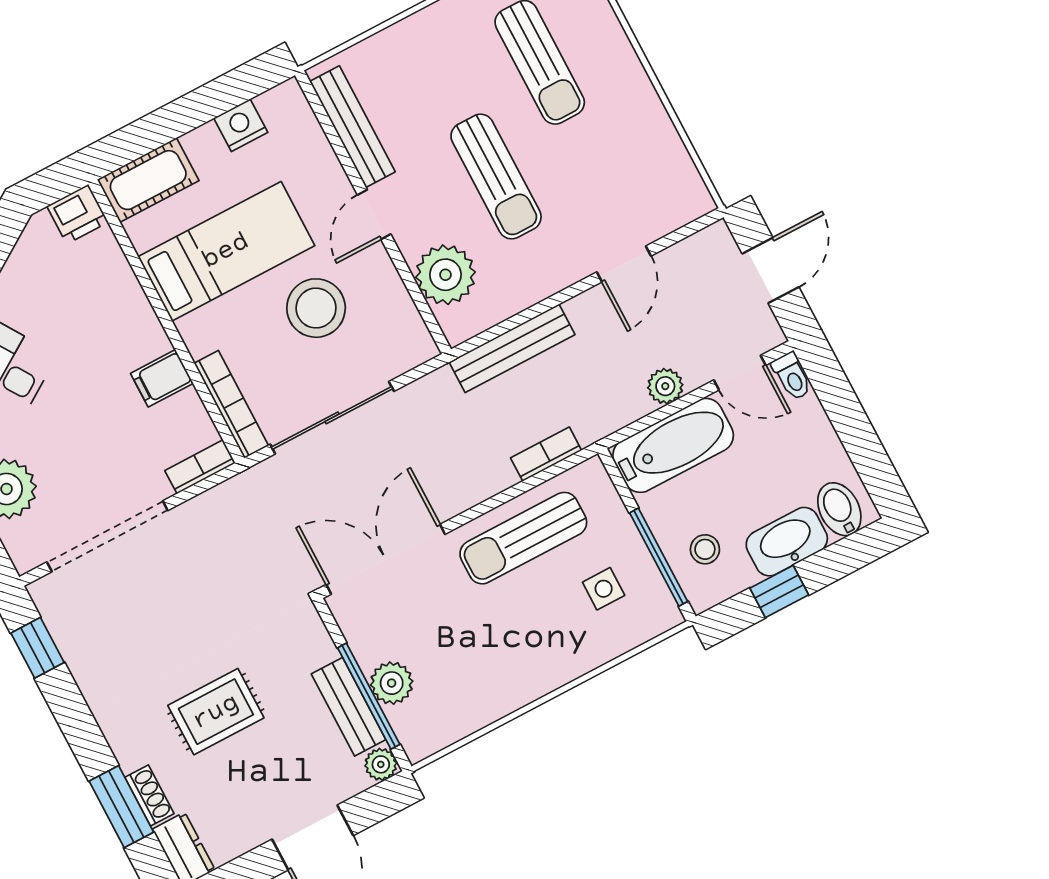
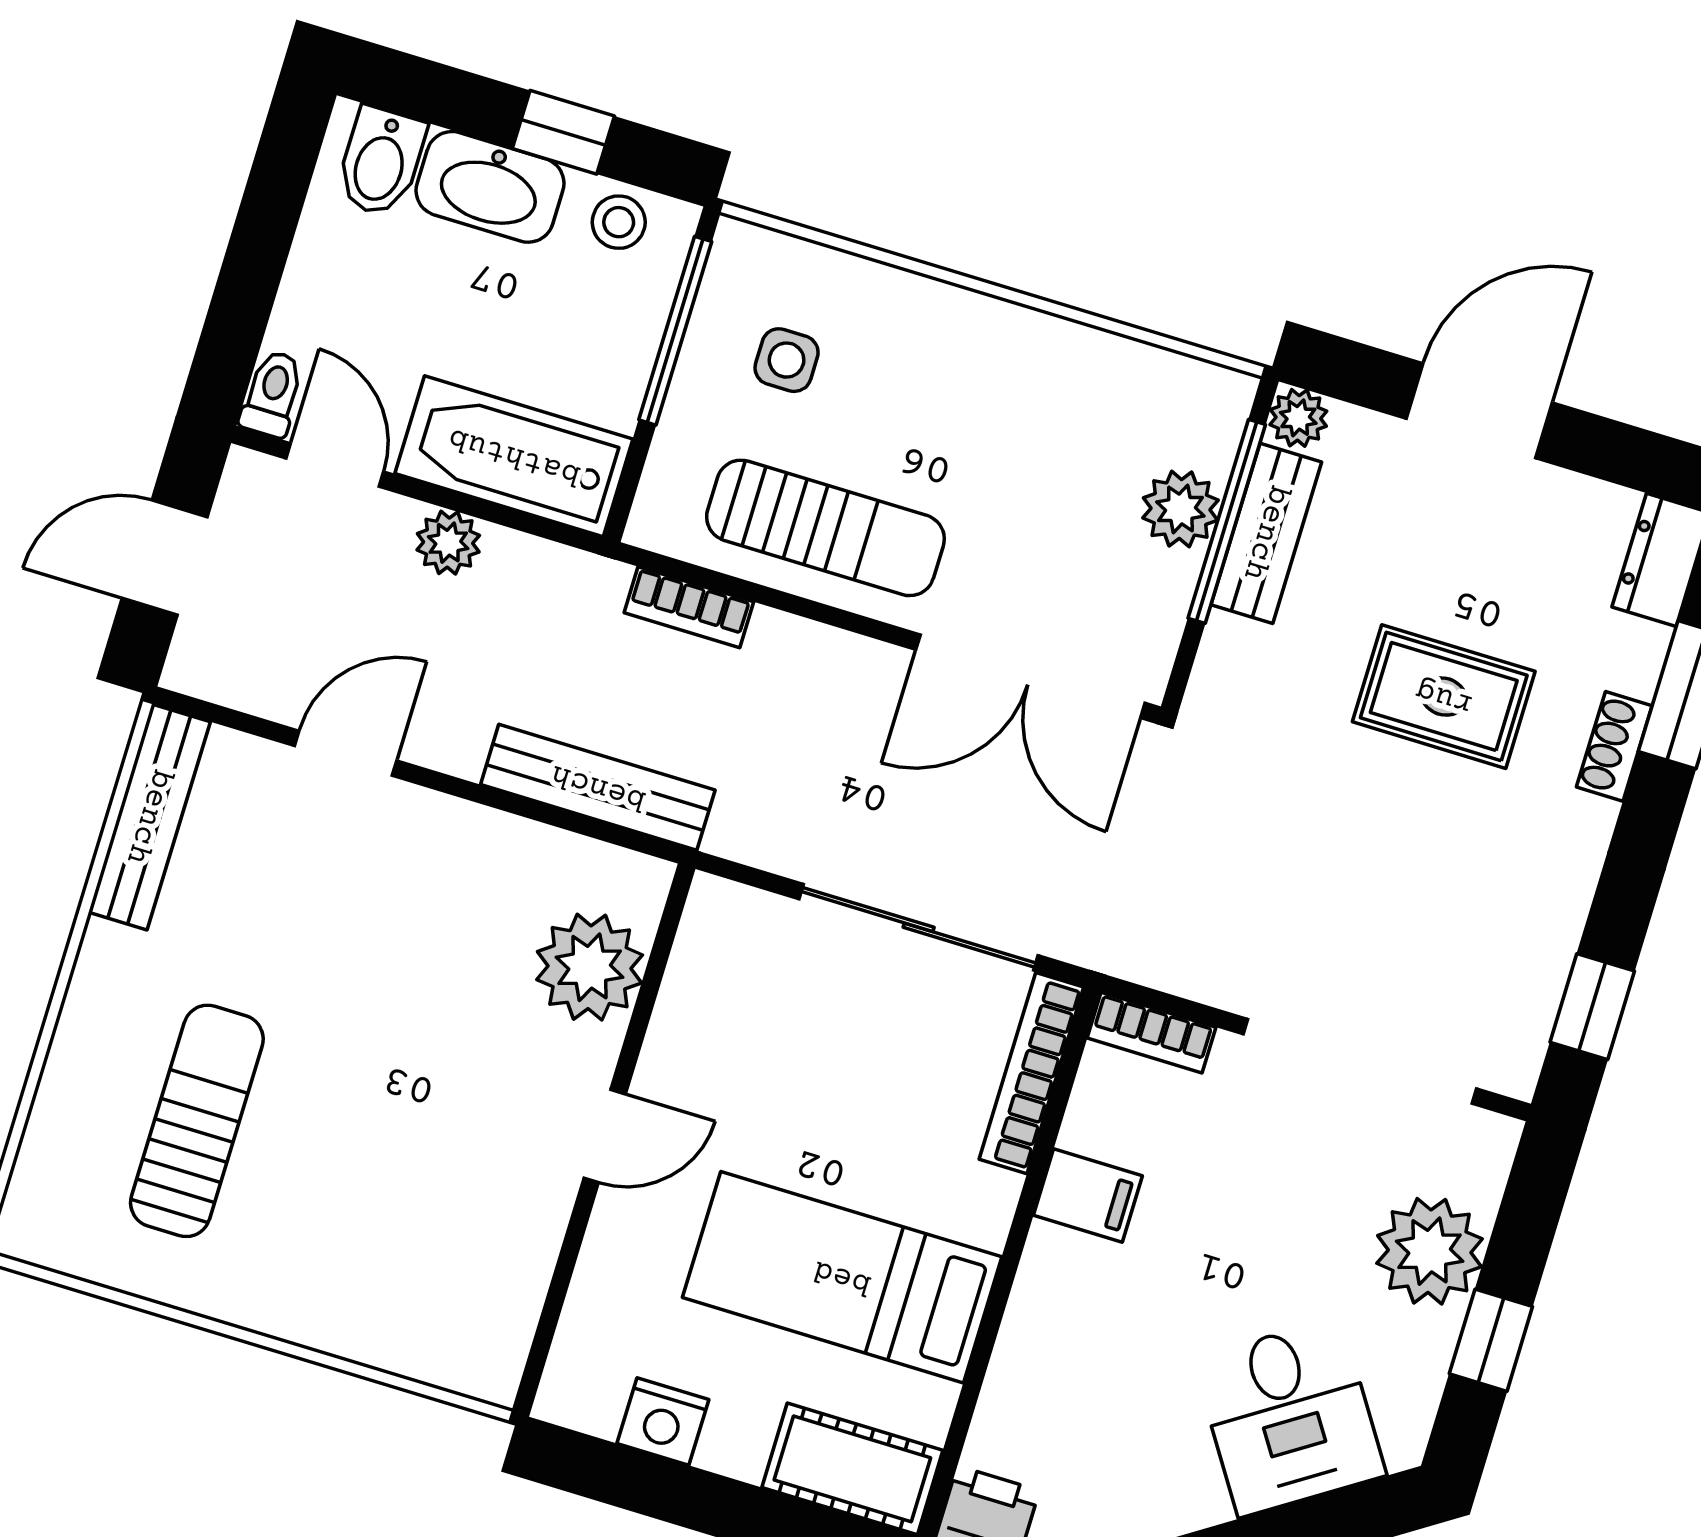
bench: (352, 127) -> (149, 817), moved
sun lounger: (496, 177) -> (399, 1029), removed
stool: (316, 308) -> (799, 1089), removed
stool: (705, 549) -> (619, 222), moved
shoe rack: (149, 795) -> (1614, 746), moved

